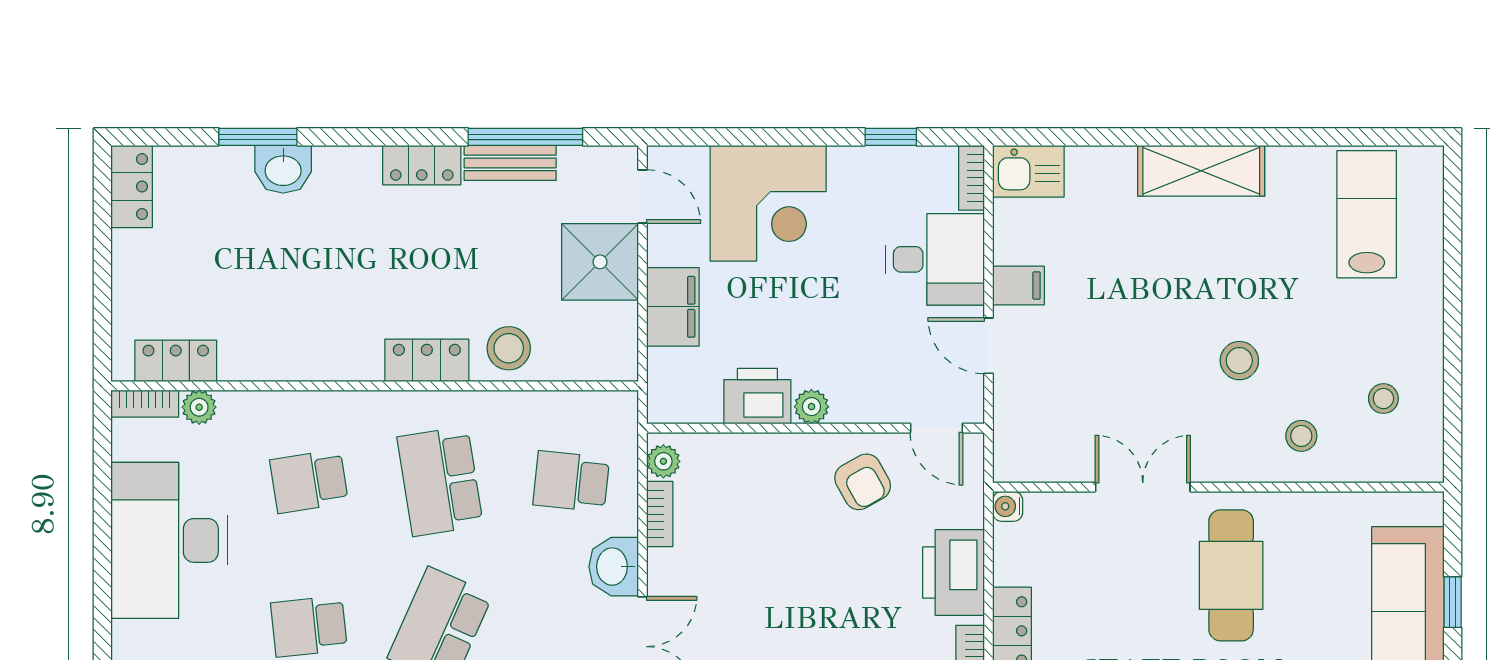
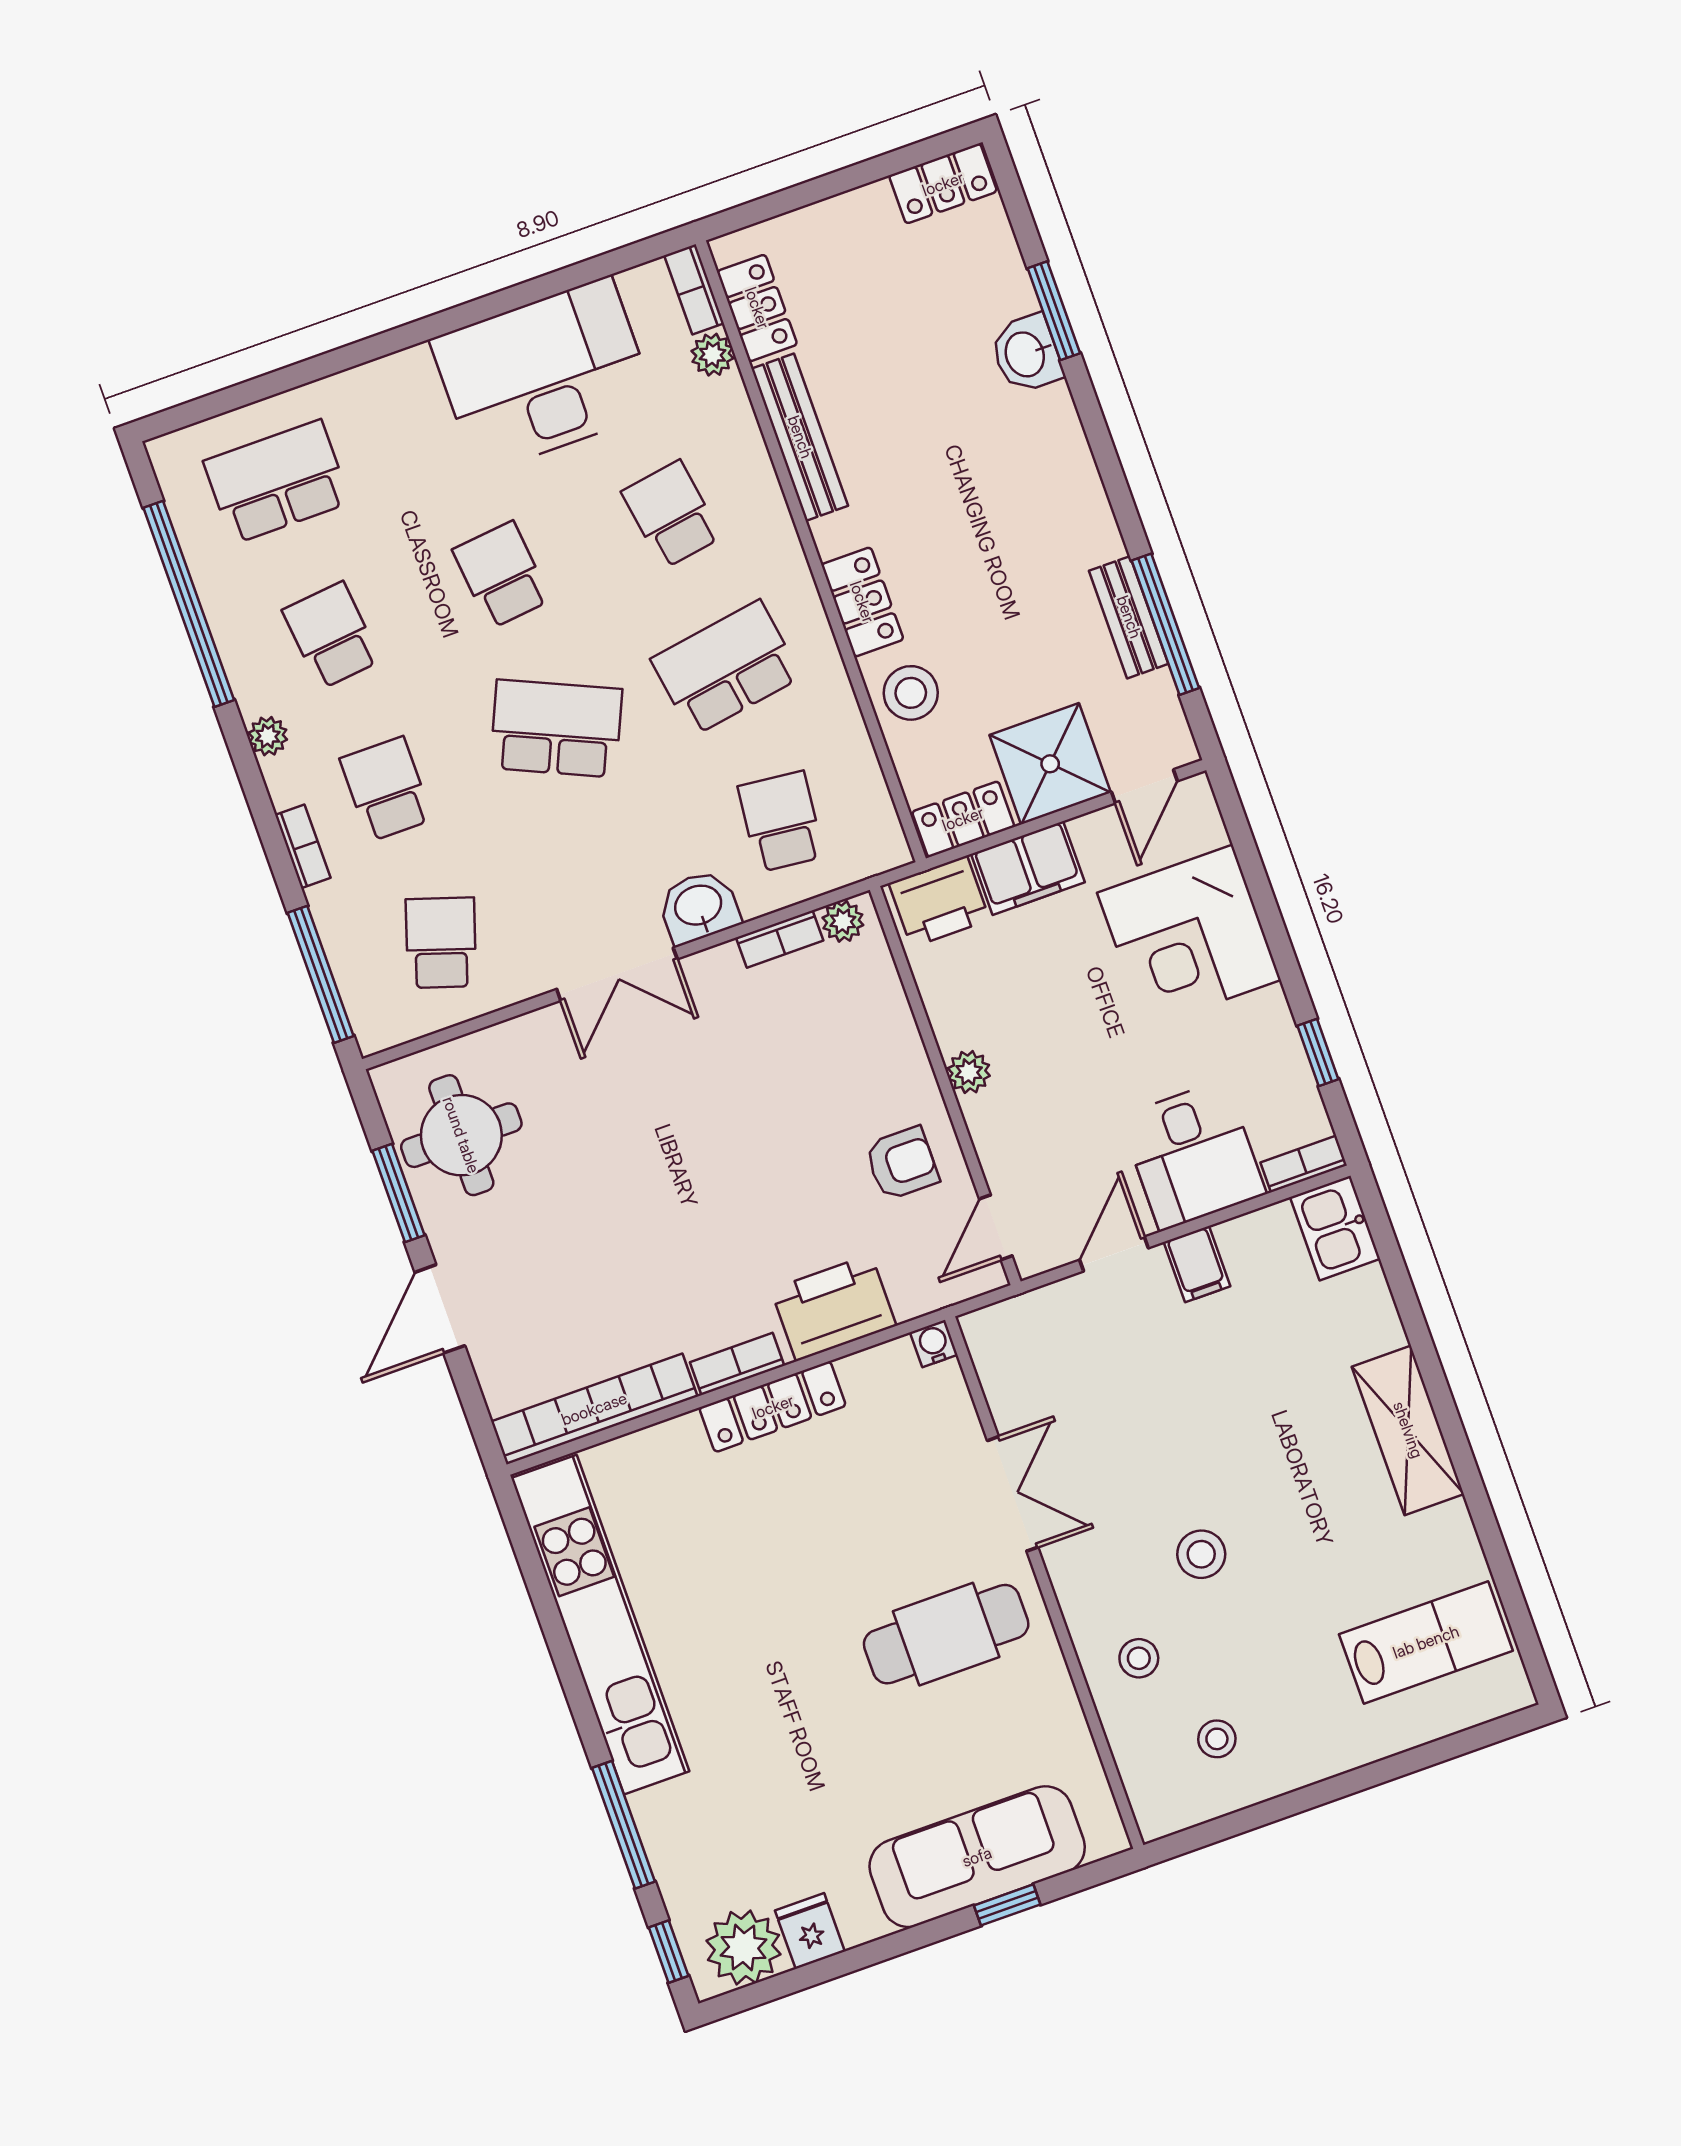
locker: (422, 165) -> (963, 819), moved, turned 90
bench: (285, 363) -> (800, 437), added
printer: (757, 396) -> (939, 902), moved, turned 90
armchair: (863, 482) -> (902, 1163), turned -151

